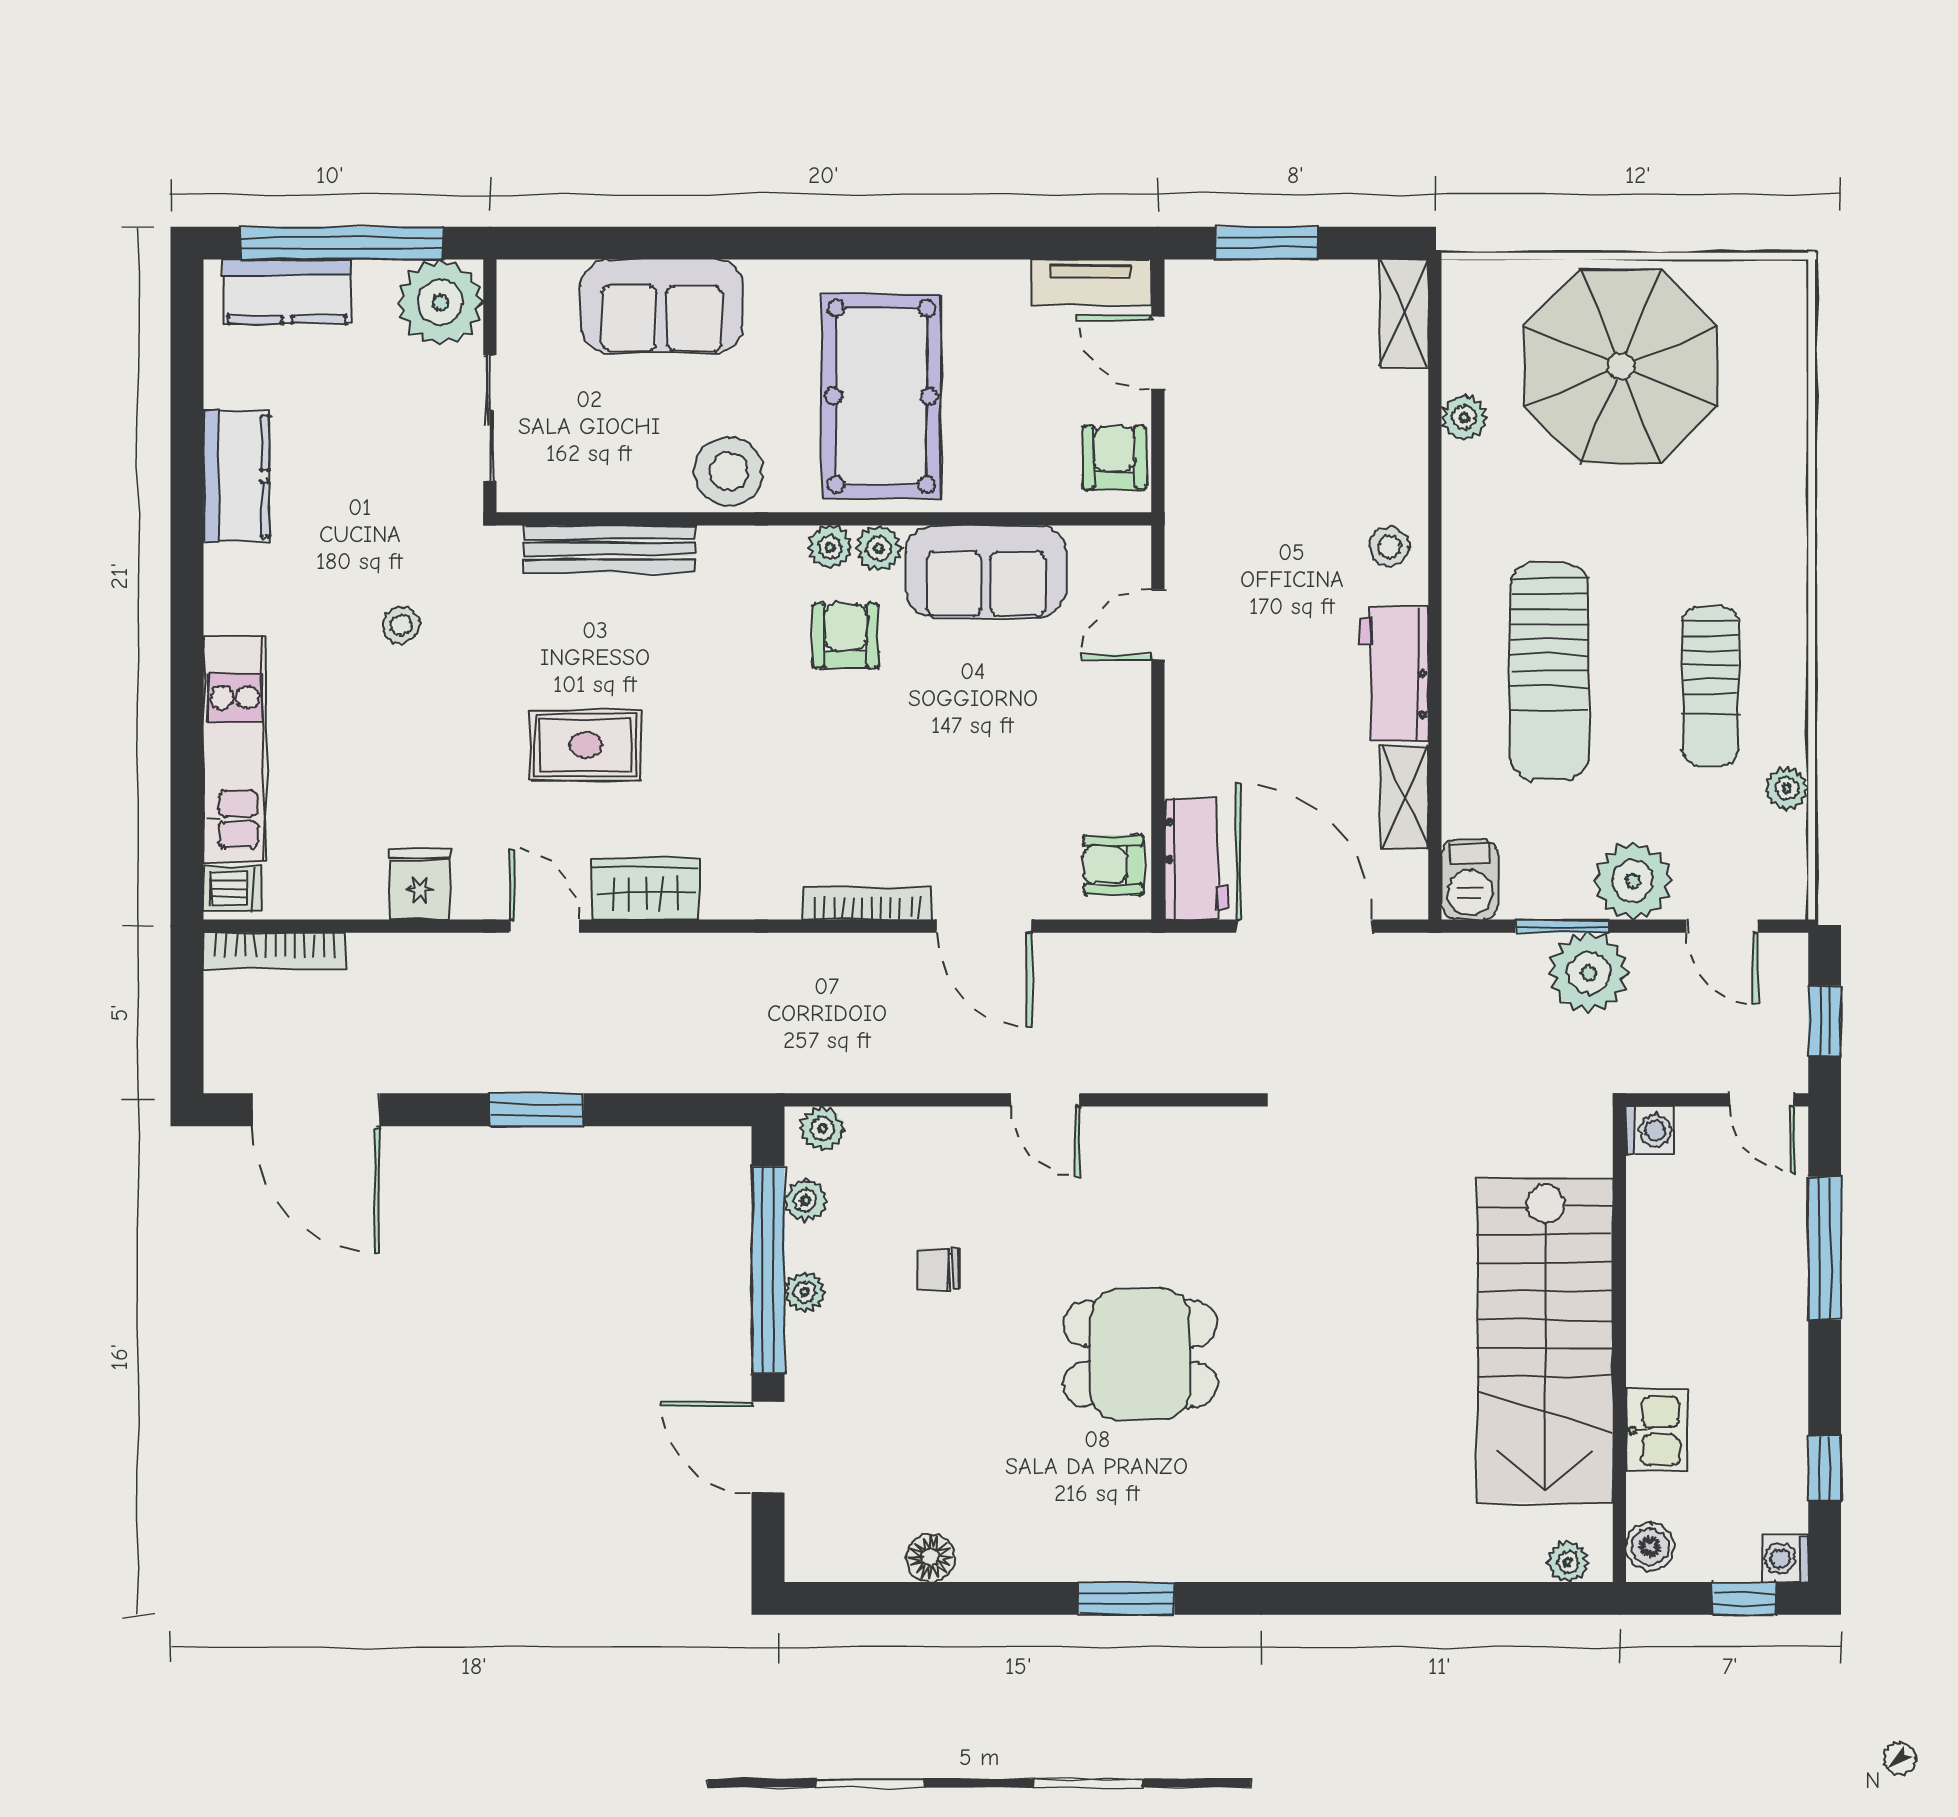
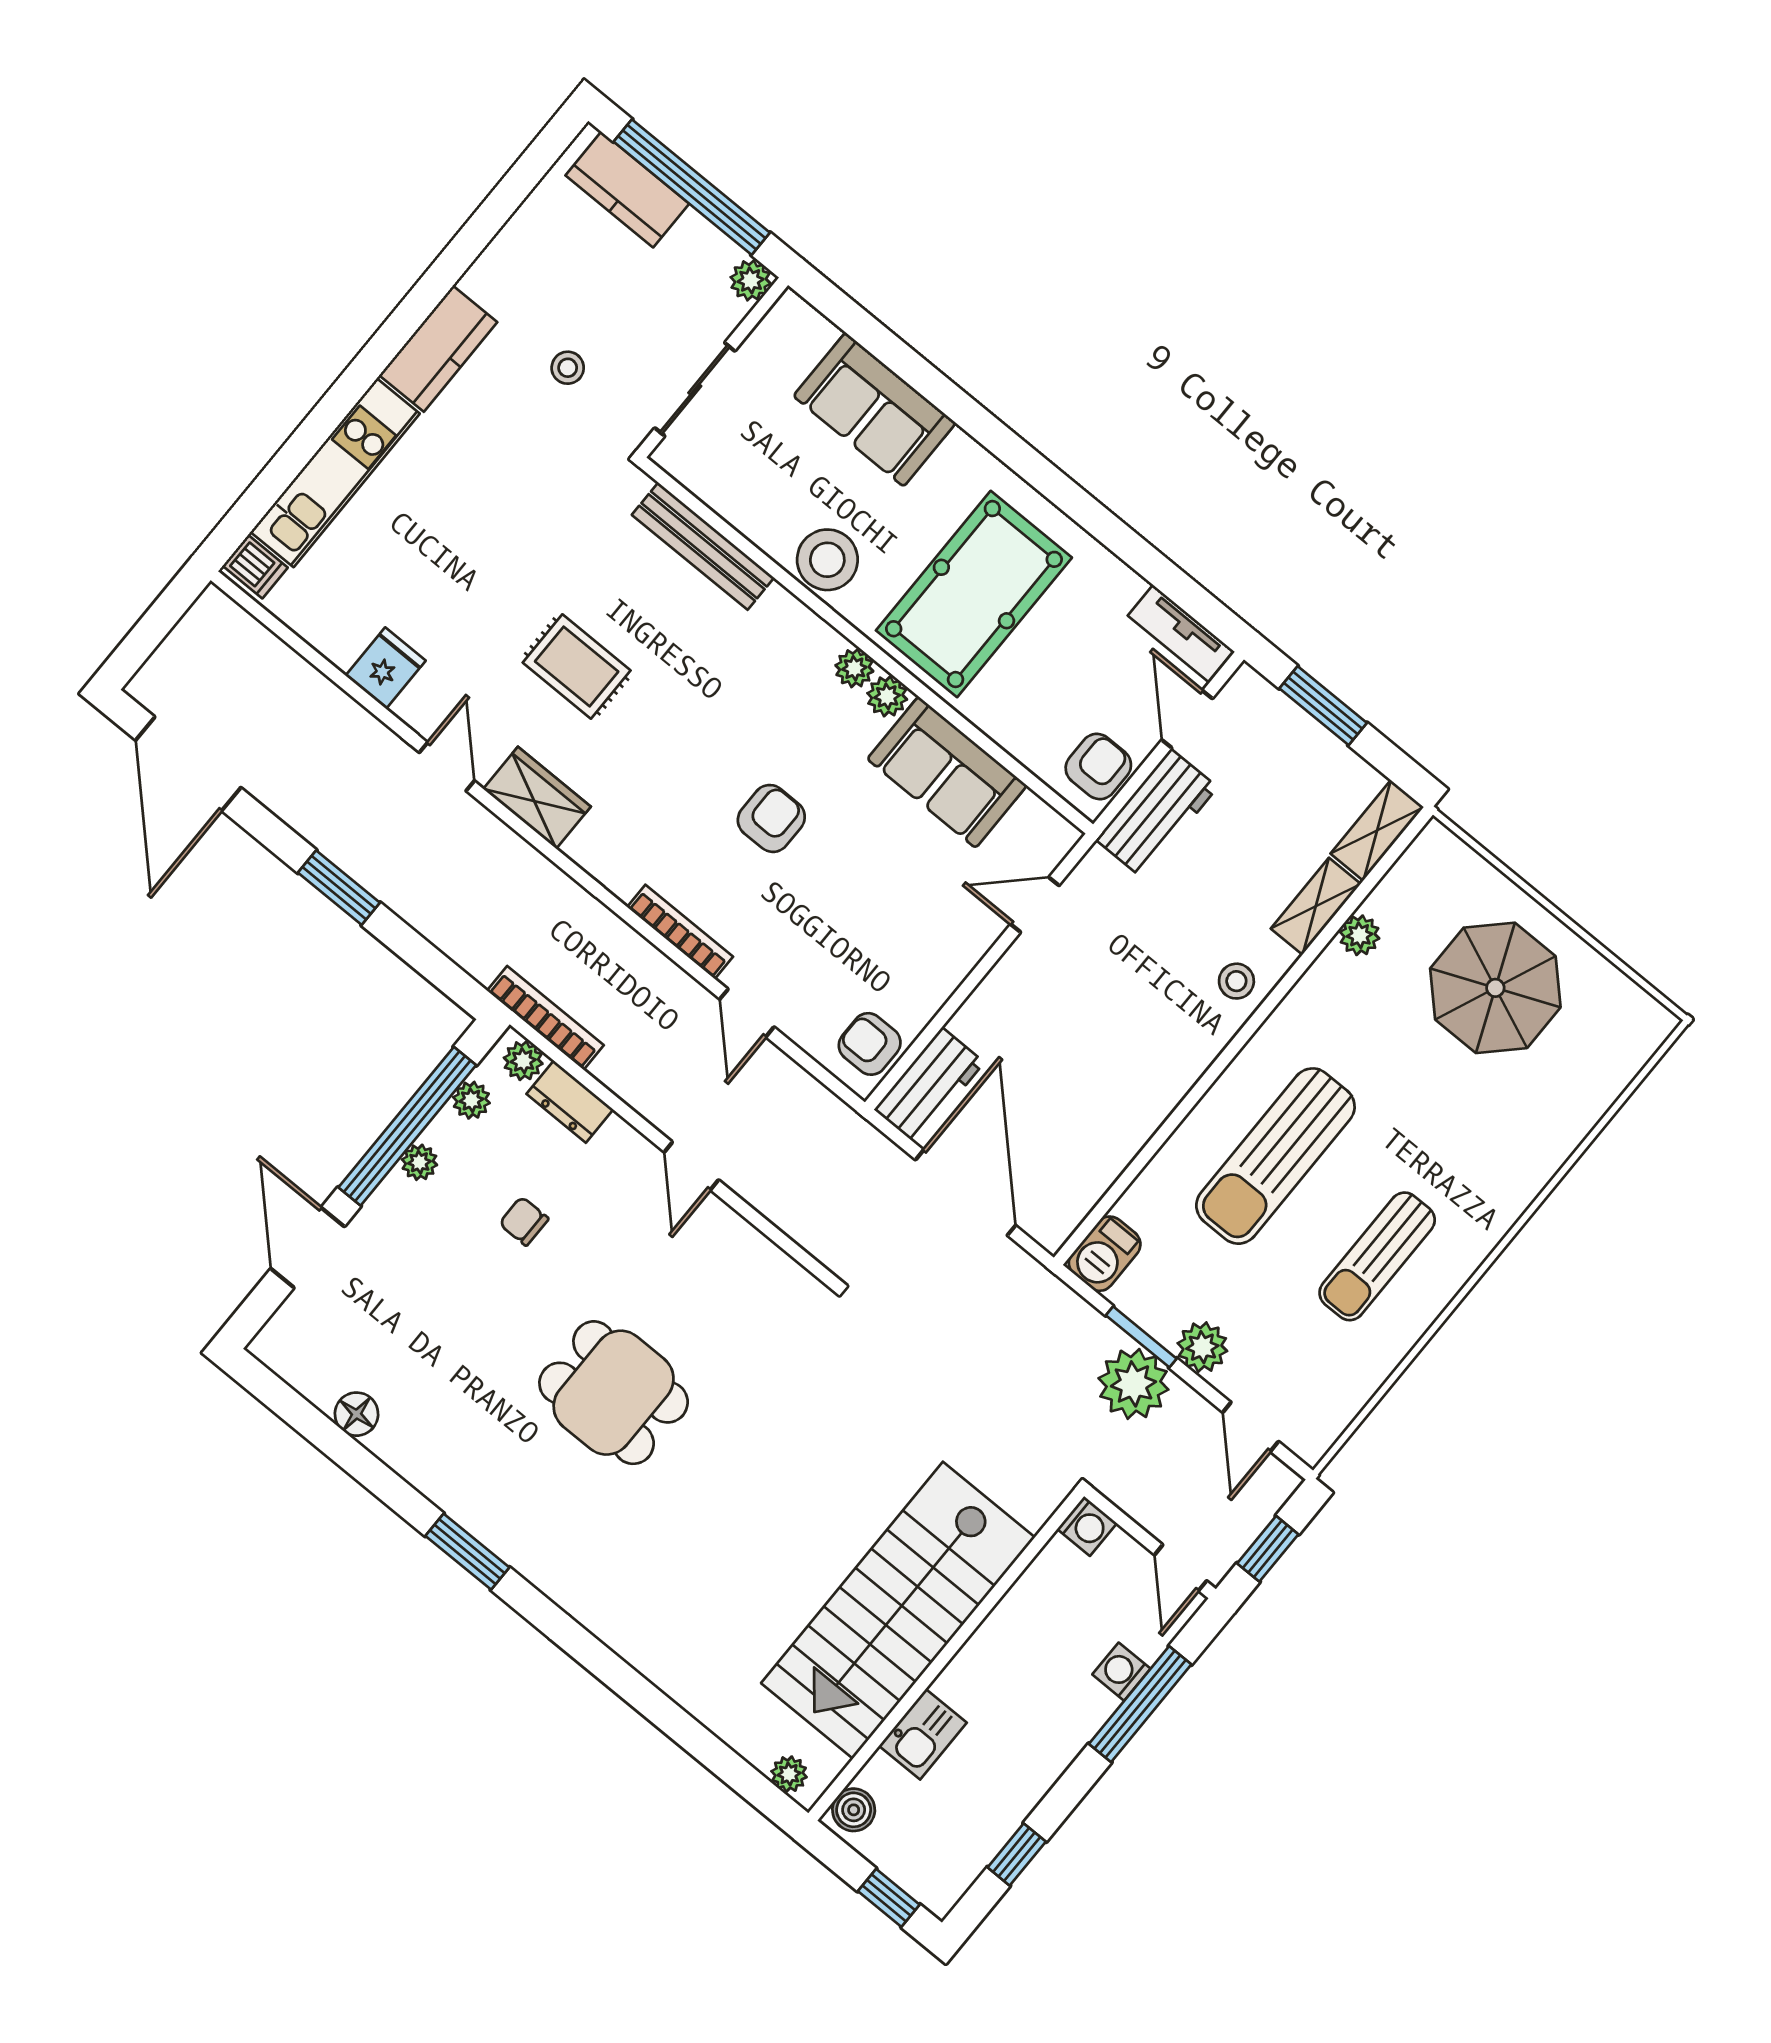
plant: (440, 303) -> (751, 280), width x0.53, depth x0.53
parasol: (1621, 366) -> (1495, 988), width x0.73, depth x0.73
kitchen counter: (236, 476) -> (438, 349), moved
stool: (401, 625) -> (568, 368), moved
armchair: (846, 636) -> (771, 818), moved
workbench: (1394, 674) -> (1157, 813), moved, turned 180
plant: (1787, 788) -> (1372, 1369), removed
shelving: (1405, 797) -> (1316, 906), moved
plant: (1633, 881) -> (1202, 1347), width x0.73, depth x0.73
door: (984, 926) -> (747, 1013), width x0.73
bookcase: (275, 951) -> (545, 1018), moved, turned 180
dresser: (893, 1131) -> (570, 1102), added
washing machine: (1785, 1559) -> (1121, 1672), moved

